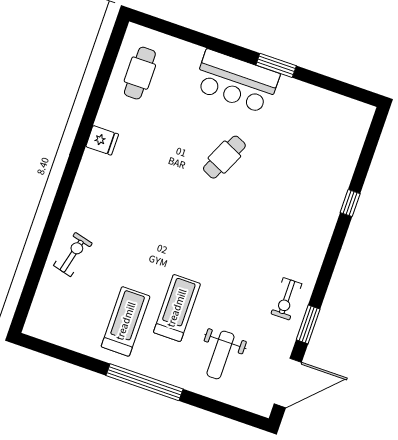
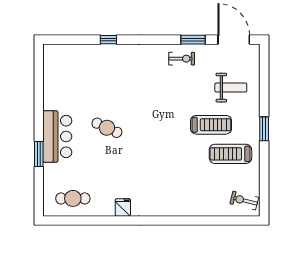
window: (276, 65) -> (39, 154), moved
exercise bike: (73, 254) -> (244, 201), moved
treadmill: (177, 308) -> (211, 125), turned 180
window: (145, 382) -> (264, 129), width x0.47

